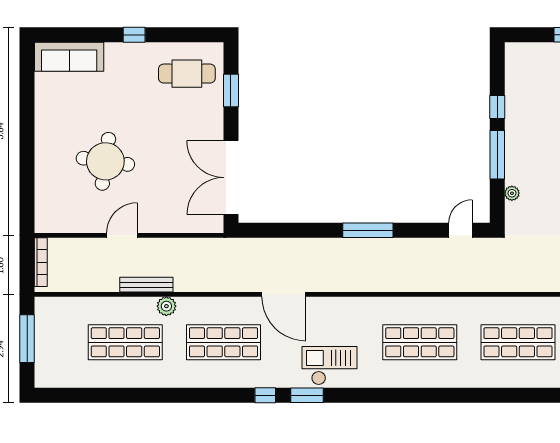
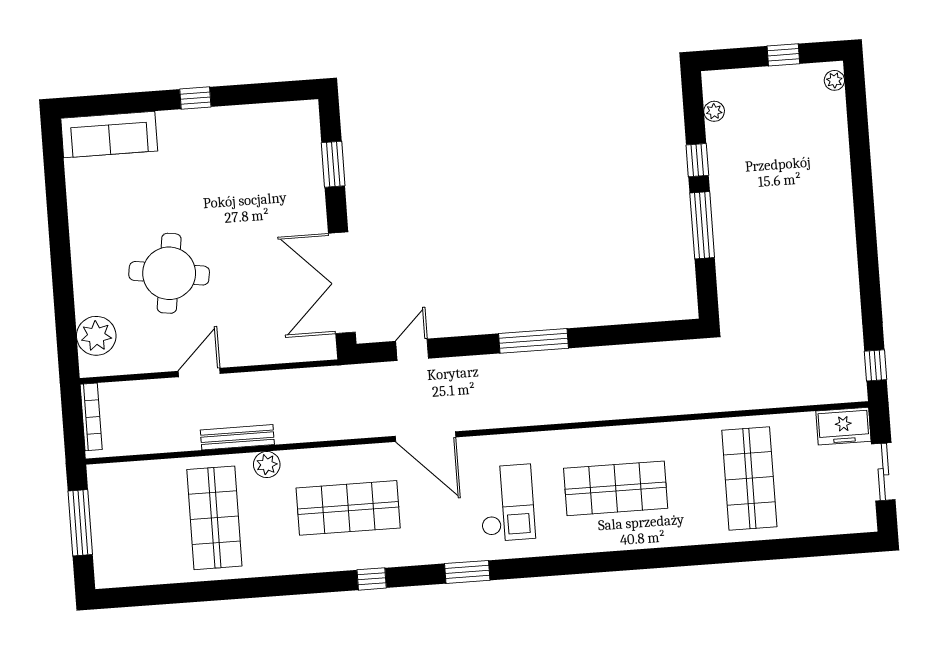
cafe table: (187, 74) -> (271, 146), removed
plant: (512, 193) -> (714, 111), moved
plant: (49, 203) -> (96, 336), added
door: (460, 230) -> (412, 350), moved
shop shelf: (125, 342) -> (214, 518), turned 90
shop shelf: (518, 342) -> (749, 478), turned 90
checkout: (330, 366) -> (507, 503), moved, turned 90
window: (265, 395) -> (372, 579), moved

